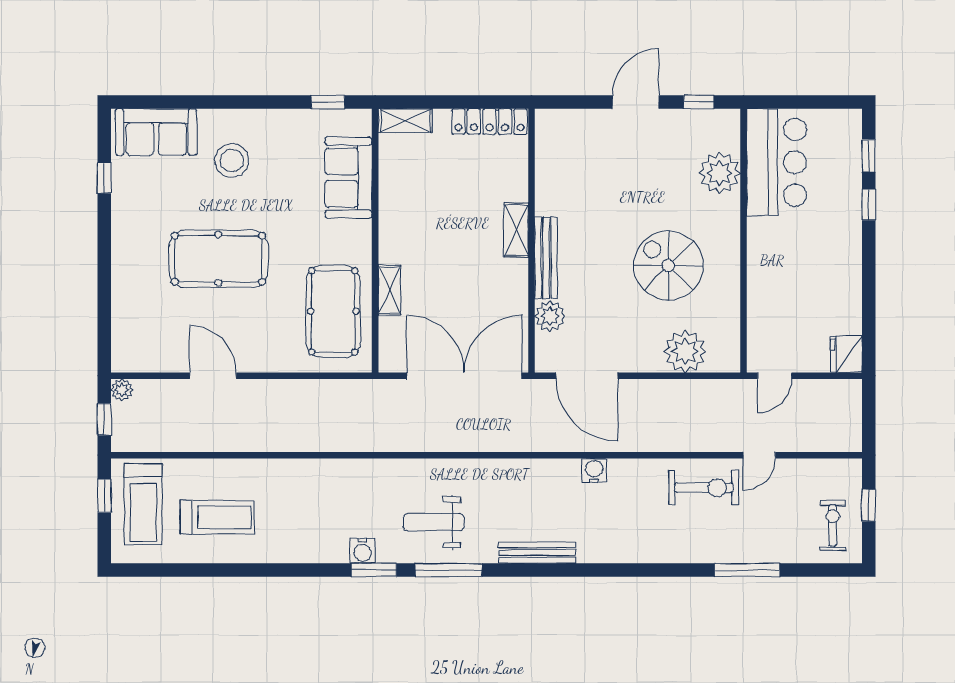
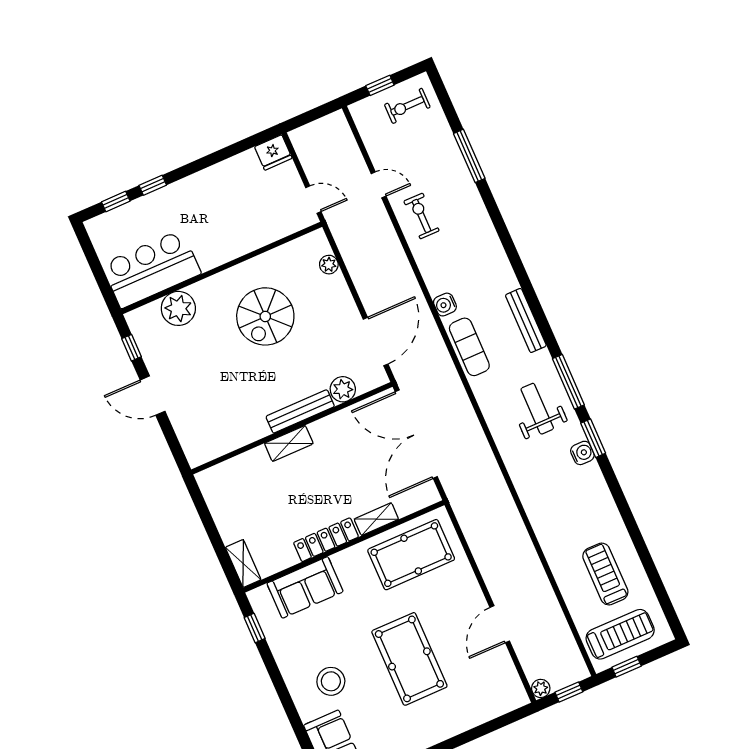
locker: (489, 121) -> (326, 540), moved, turned -90
plant: (685, 351) -> (329, 265), width x0.53, depth x0.53
exercise mat: (535, 477) -> (469, 347), added
exercise bike: (704, 488) -> (421, 216), width x0.73, depth x0.72
weight bench: (434, 522) -> (537, 409), turned 180

